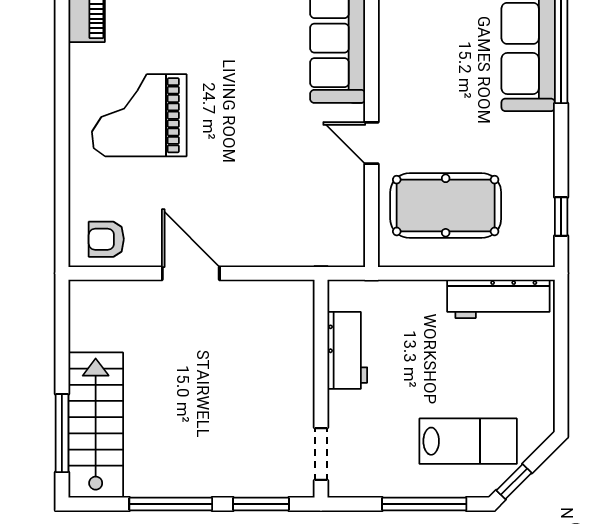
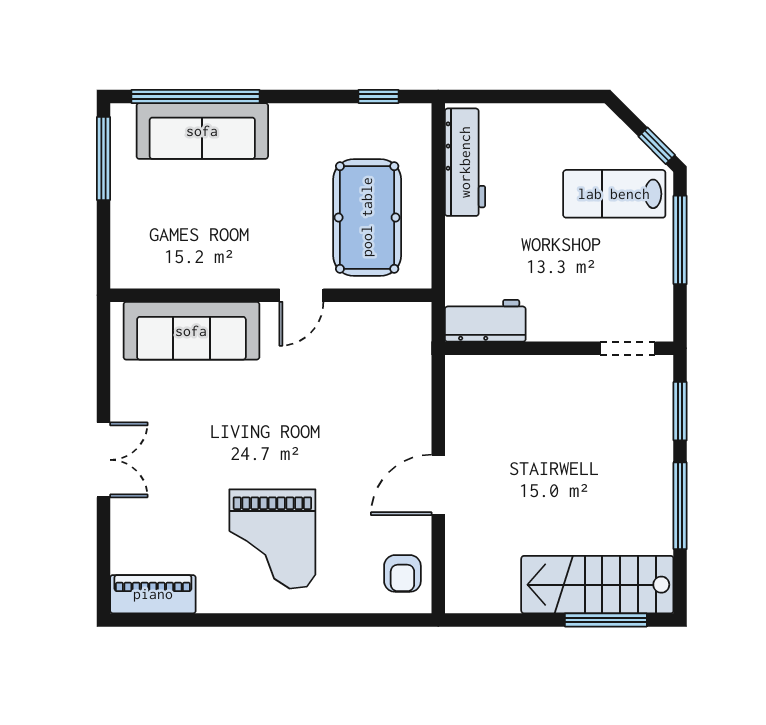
workbench: (347, 350) -> (485, 321), moved
lab bench: (468, 441) -> (614, 194), turned -90

